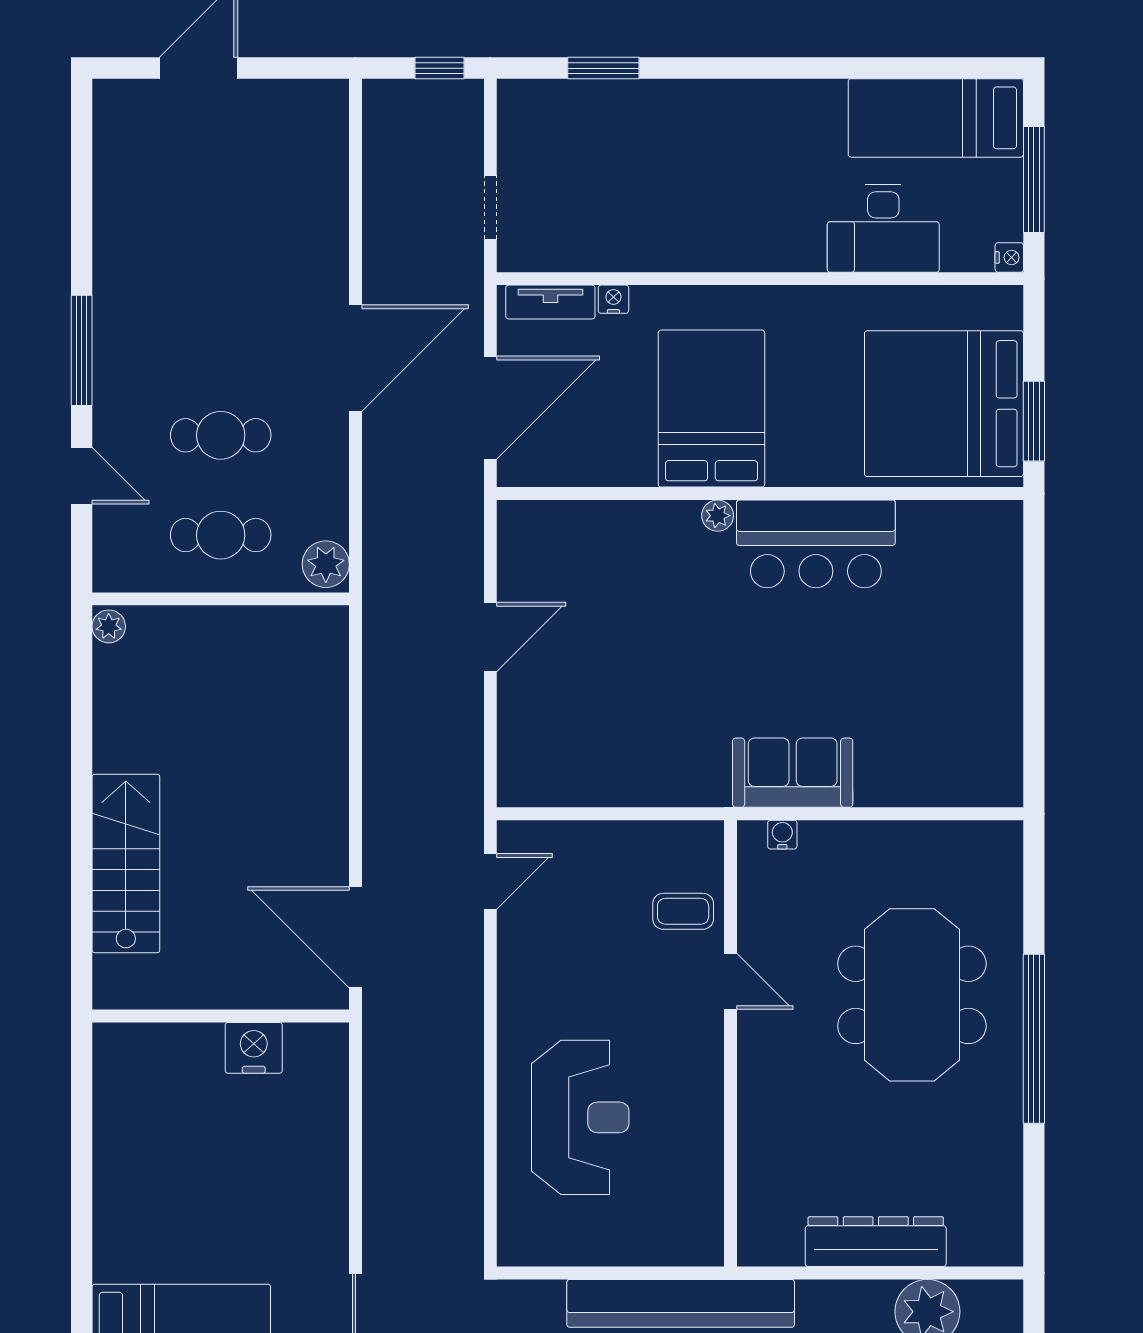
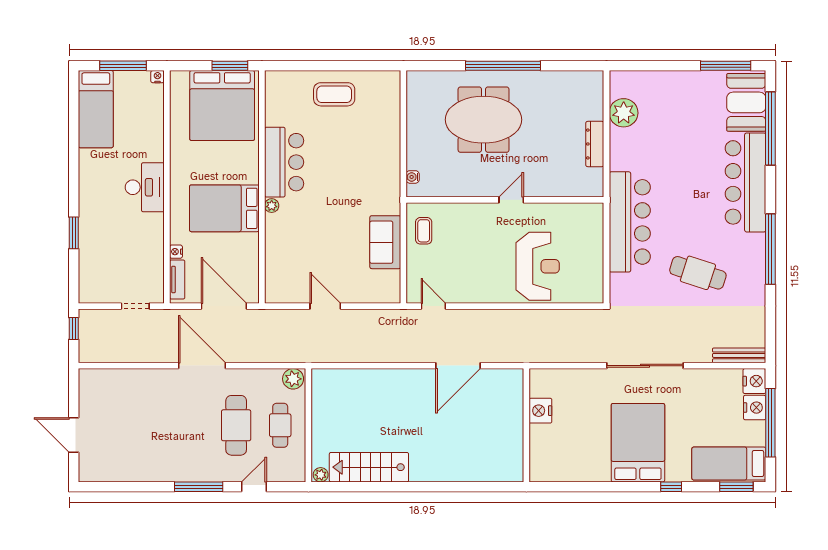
window: (603, 68) -> (74, 233), moved
desk: (883, 229) -> (145, 187), moved
cafe table: (221, 435) -> (236, 425), width x1.37, depth x1.35
coffee table: (969, 657) -> (334, 94), added
sofa: (793, 773) -> (385, 242), moved
stairs: (126, 863) -> (369, 467), moved
coffee table: (683, 911) -> (424, 231), moved
door: (730, 981) -> (511, 200), moved
wall: (221, 1016) -> (526, 425), moved
nightstand: (254, 1048) -> (540, 411), moved
reception desk: (580, 1117) -> (538, 266), turned 90
dresser: (876, 1242) -> (595, 144), width x0.73, depth x0.80

